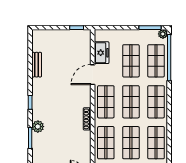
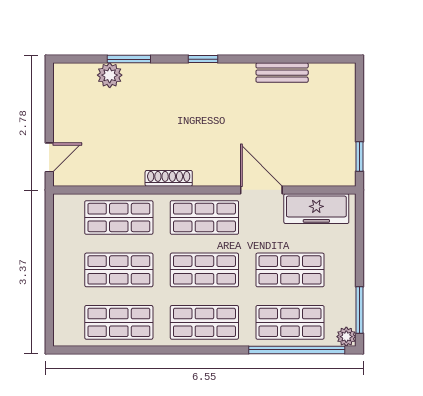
freezer: (102, 53) -> (316, 209), width x1.40
plant: (38, 127) -> (110, 75), moved

